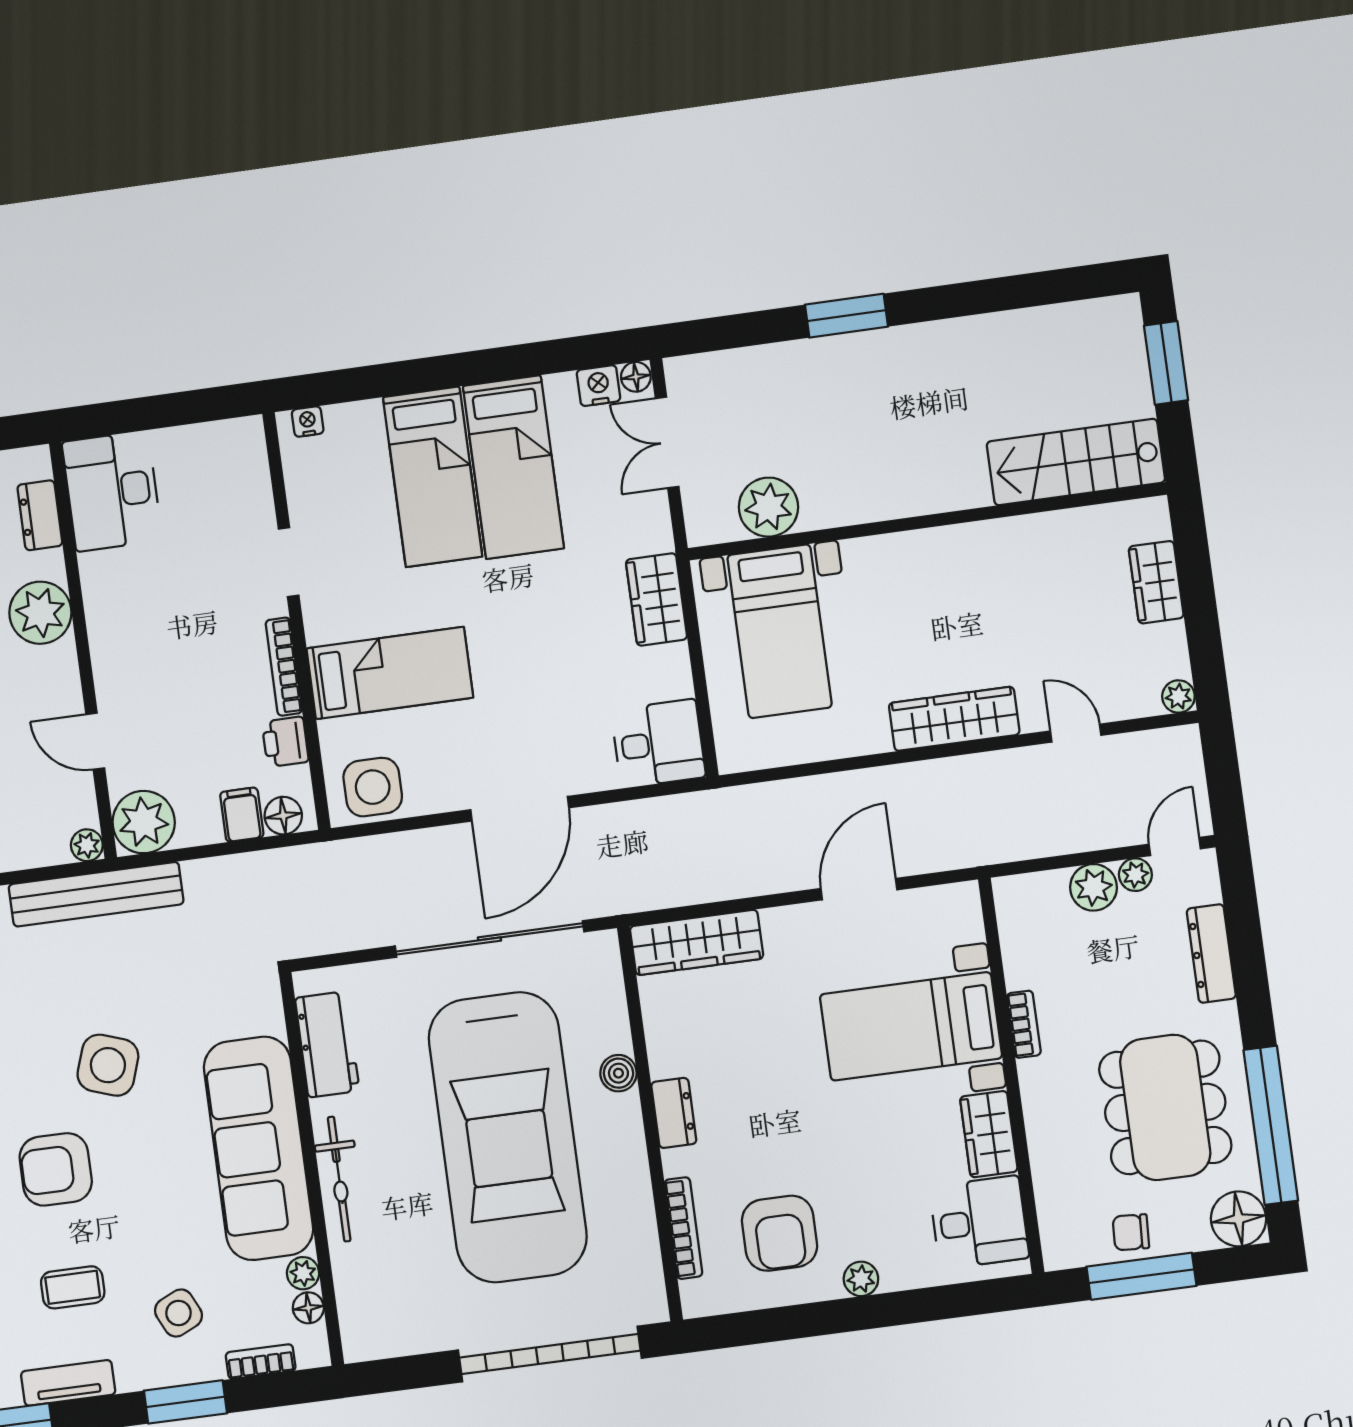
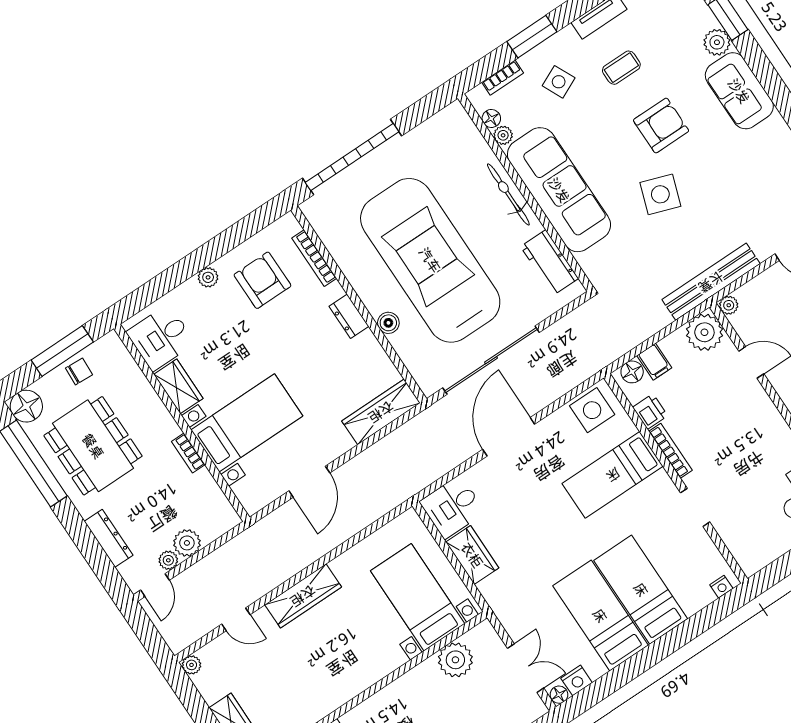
wardrobe: (657, 599) -> (472, 555), moved

